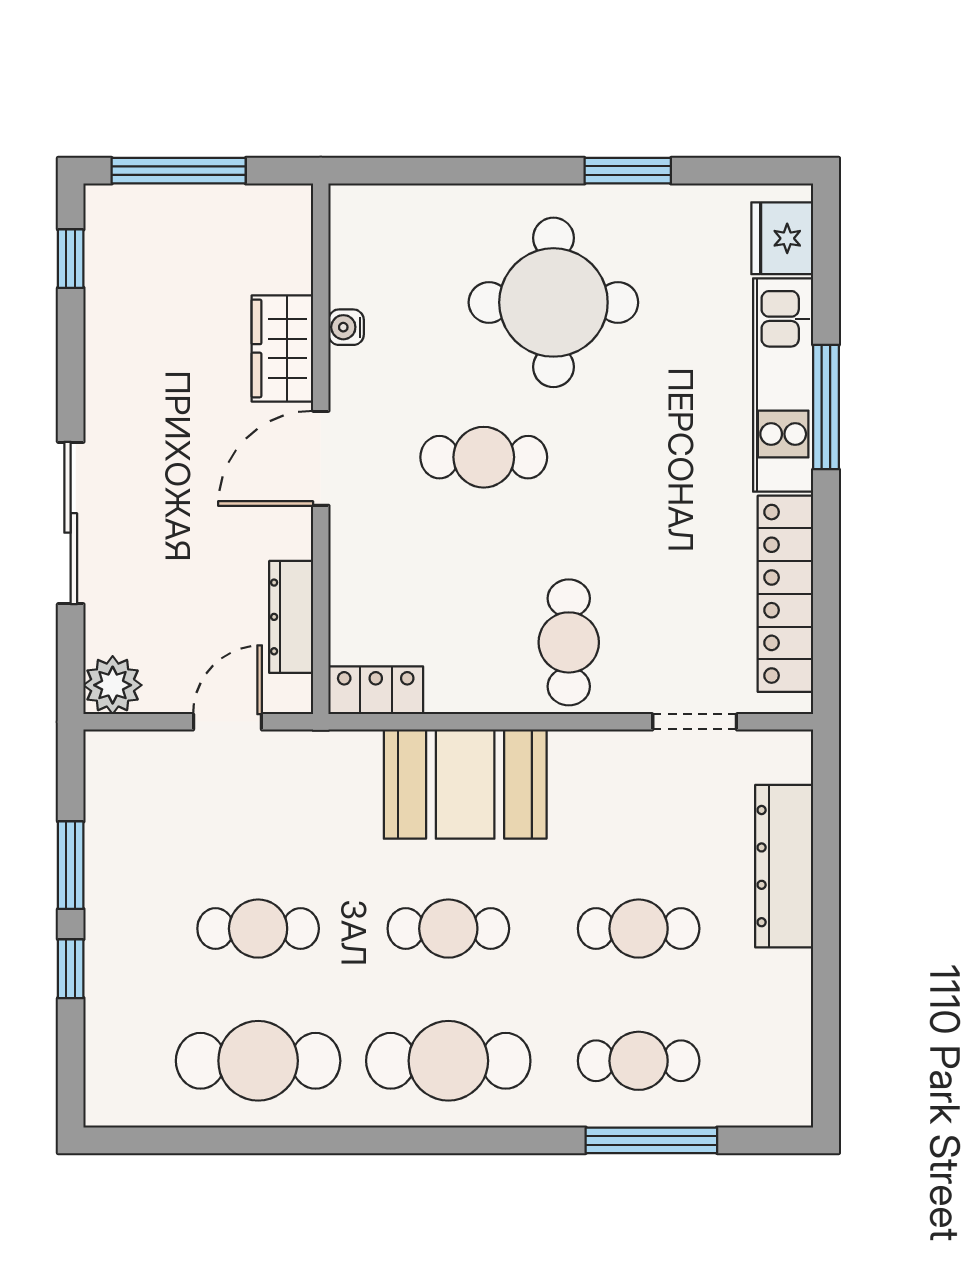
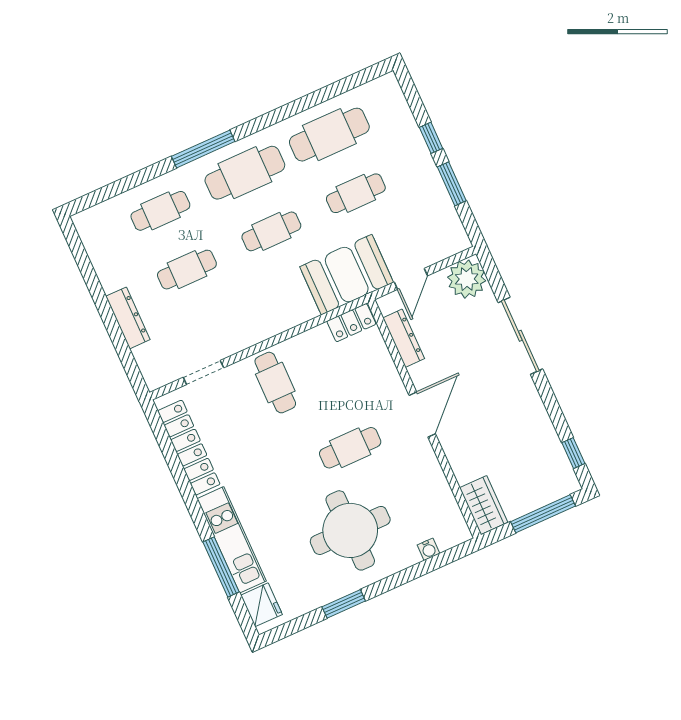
water cooler: (346, 327) -> (428, 549), moved, turned 90
wardrobe: (282, 348) -> (484, 505), moved
window: (826, 407) -> (221, 567), moved
plant: (113, 685) -> (467, 279), width x1.36, depth x1.36
booth: (465, 784) -> (347, 275), moved
dresser: (784, 866) -> (128, 318), width x0.73, depth x0.80
window: (651, 1140) -> (203, 149), moved

